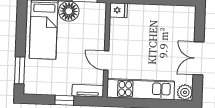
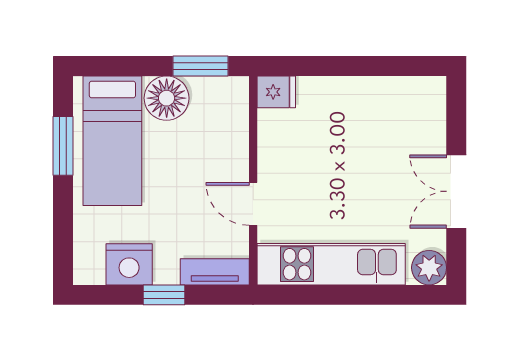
window: (20, 70) -> (63, 146), moved
nightstand: (49, 86) -> (129, 264), added

